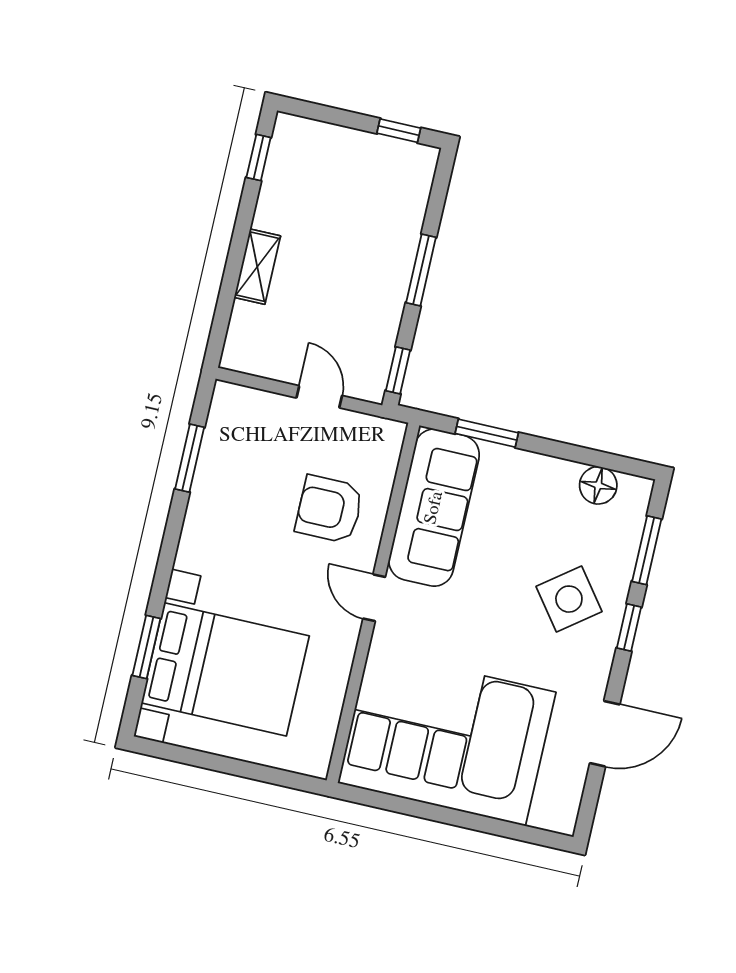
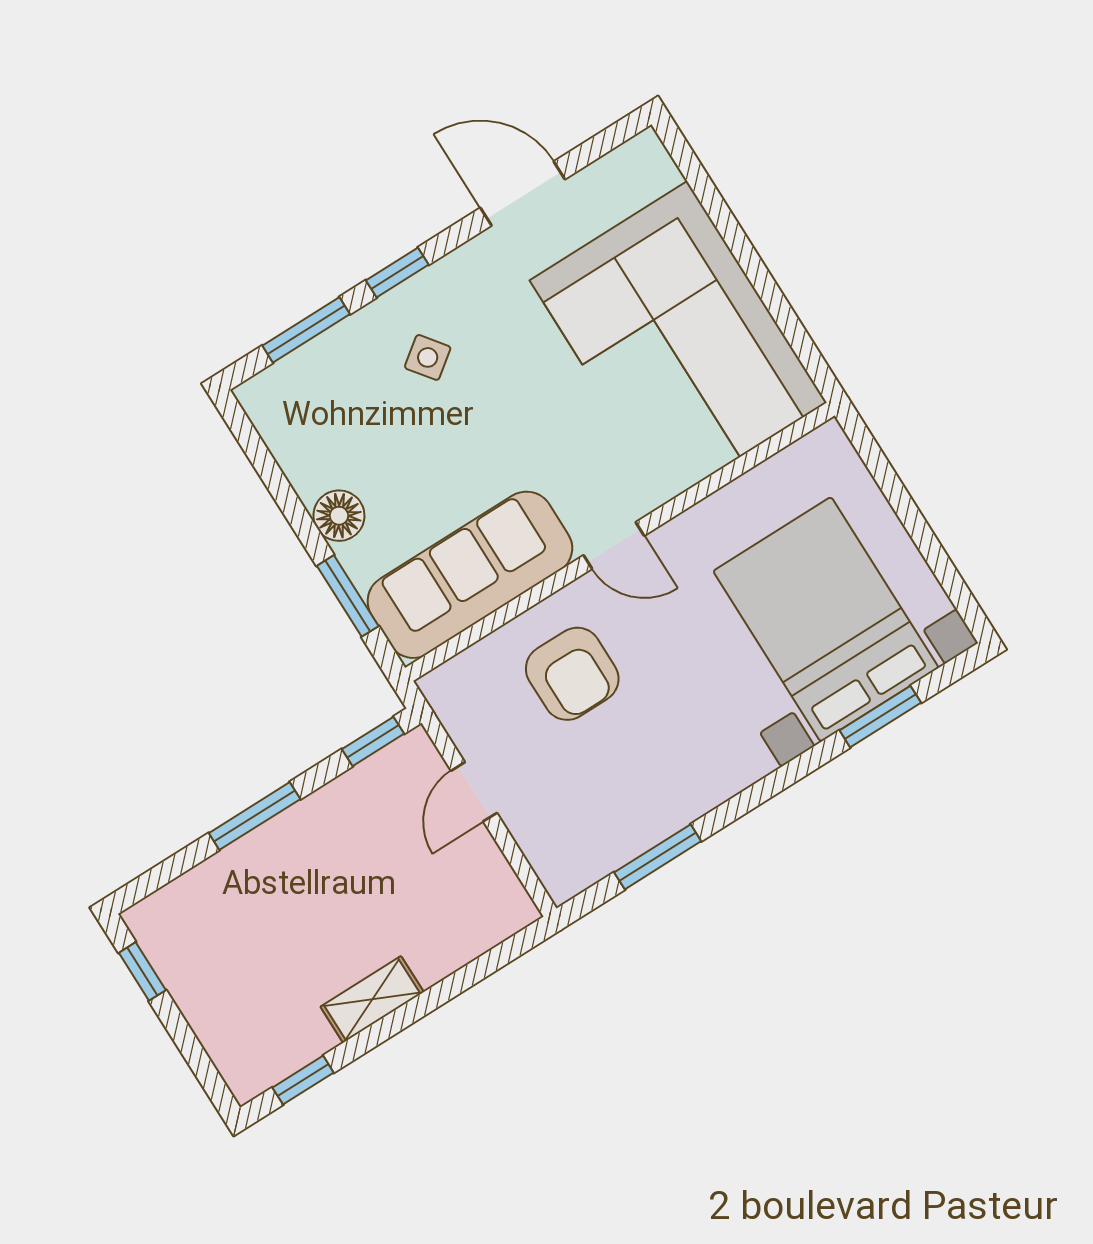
shelving: (257, 267) -> (372, 999), moved
floor lamp: (598, 485) -> (339, 516), moved
door: (374, 598) -> (614, 546), hinge flipped
side table: (569, 599) -> (428, 357), width x0.54, depth x0.54

